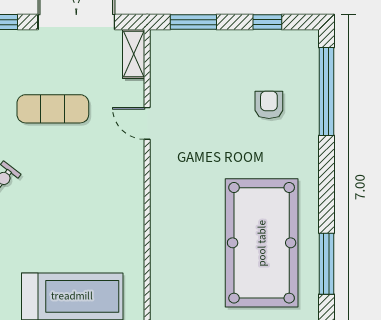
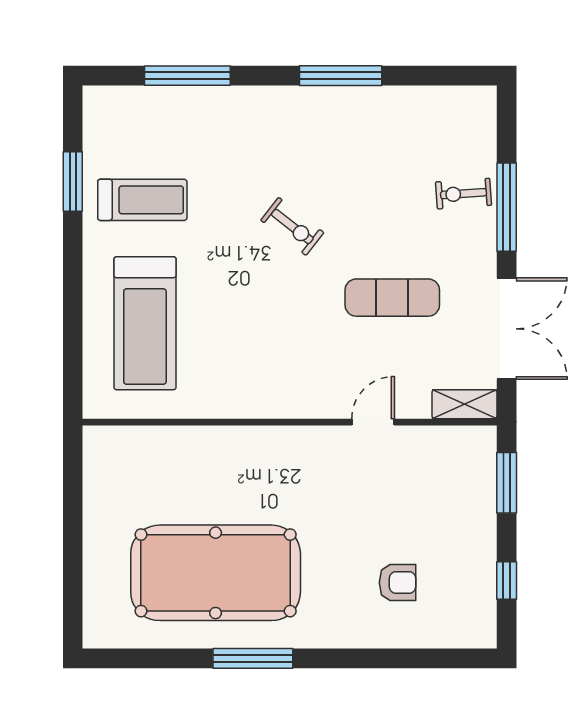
window: (326, 92) -> (415, 658), removed
exercise mat: (53, 109) -> (392, 298), turned 90
window: (326, 264) -> (253, 658), moved

